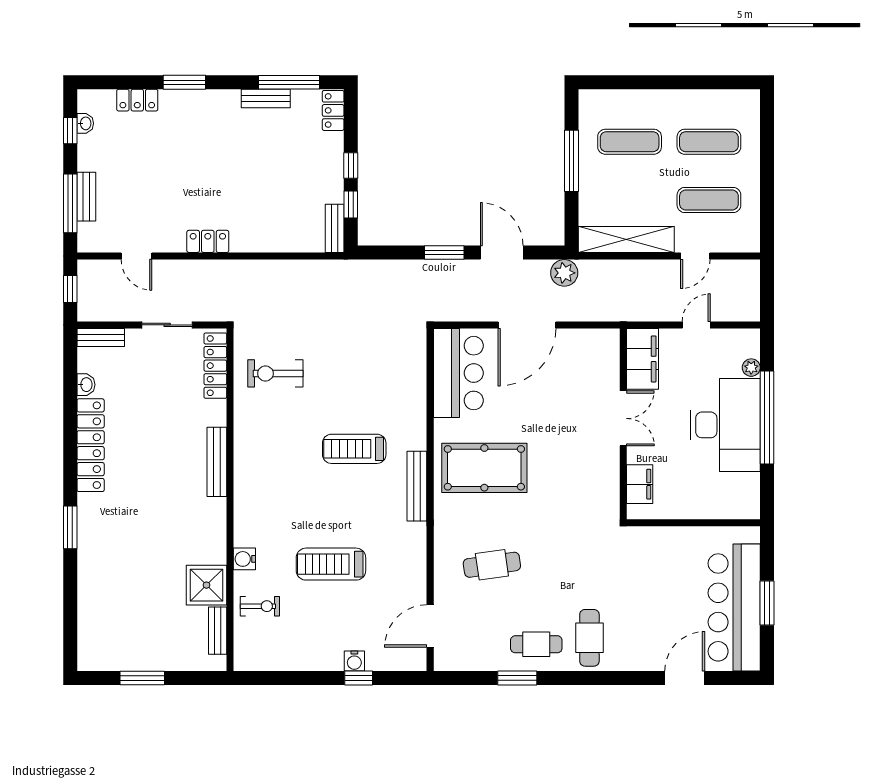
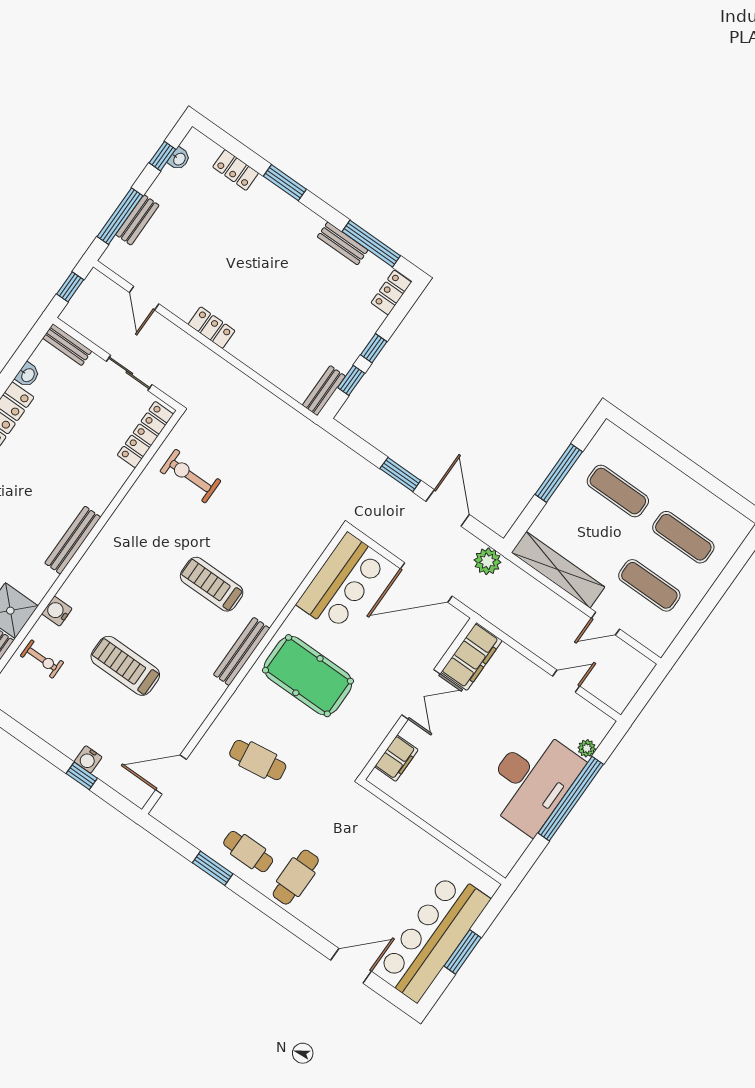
filing cabinet: (643, 359) -> (472, 656), moved
double door: (623, 418) -> (421, 694), moved
wall: (623, 424) -> (418, 699), moved
bench: (217, 462) -> (73, 540), moved
filing cabinet: (640, 484) -> (396, 758), moved

